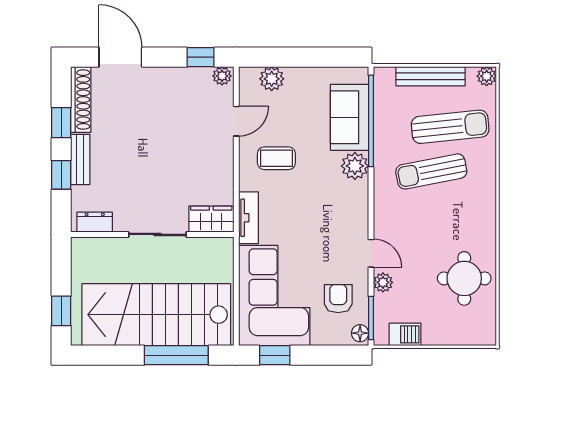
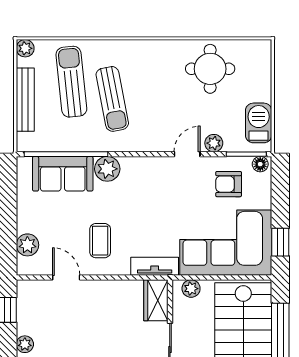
plant: (222, 76) -> (25, 344), moved
plant: (224, 258) -> (191, 289), added
barbecue: (405, 334) -> (259, 123), width x1.38, depth x1.27

